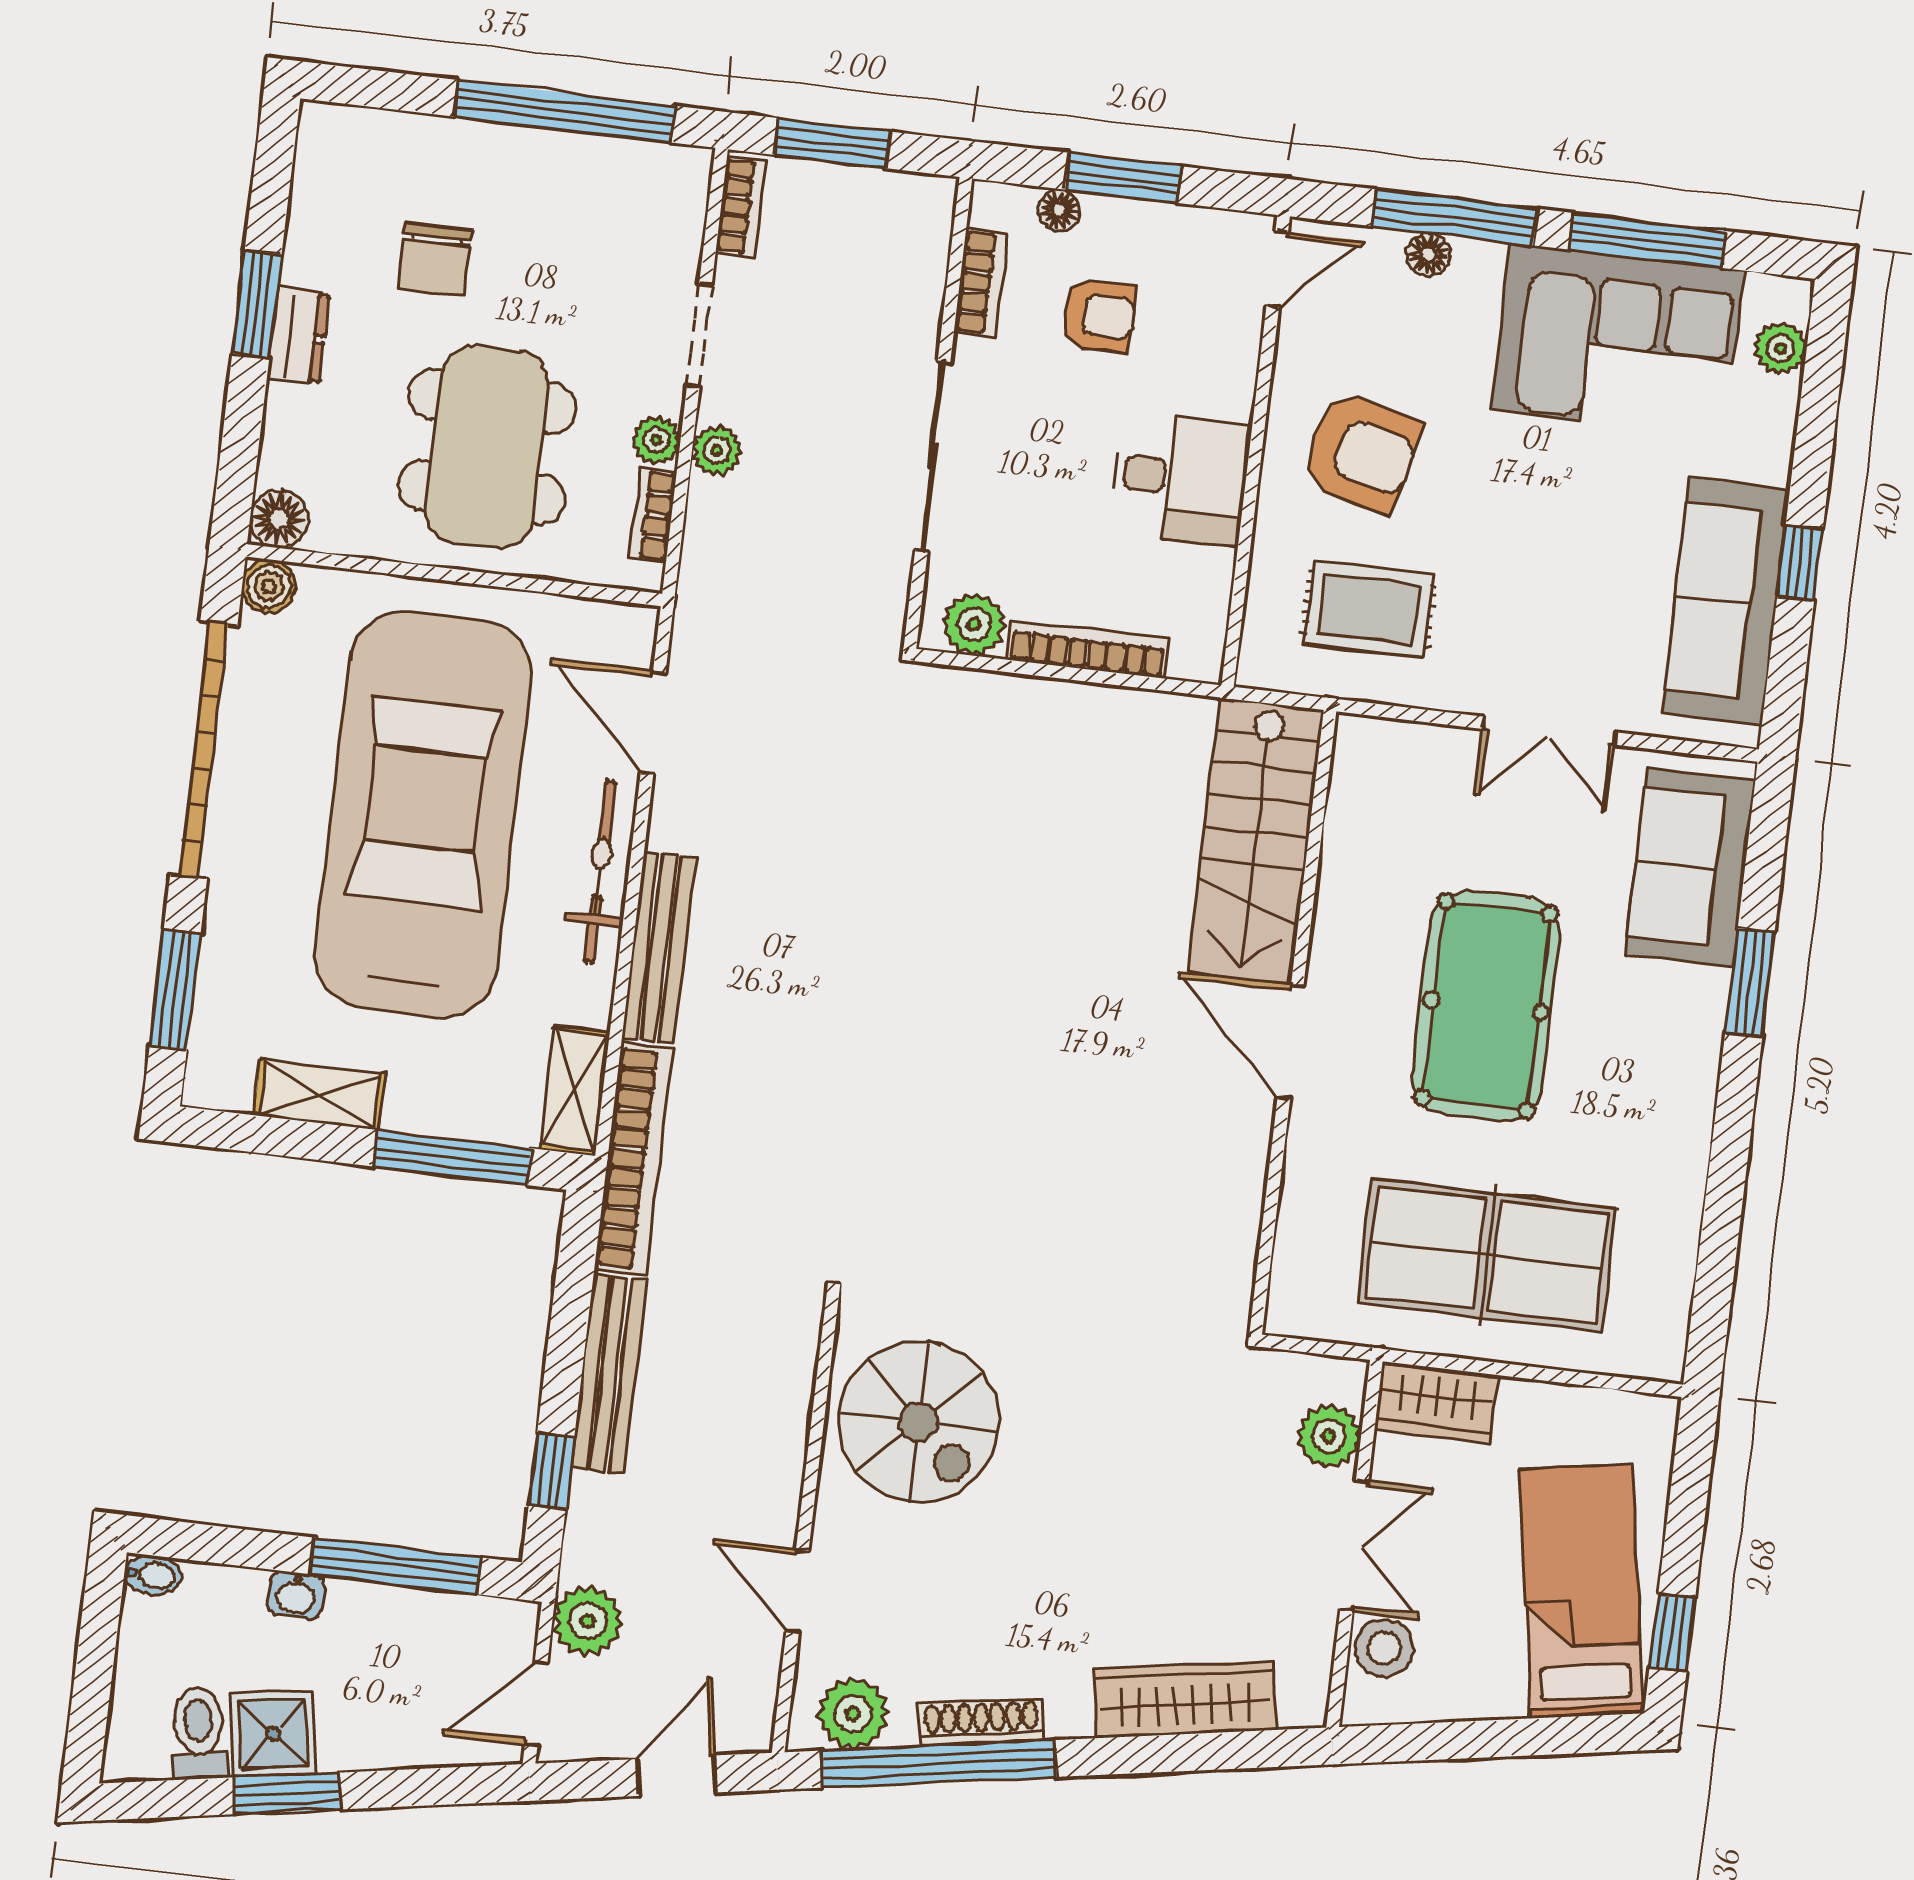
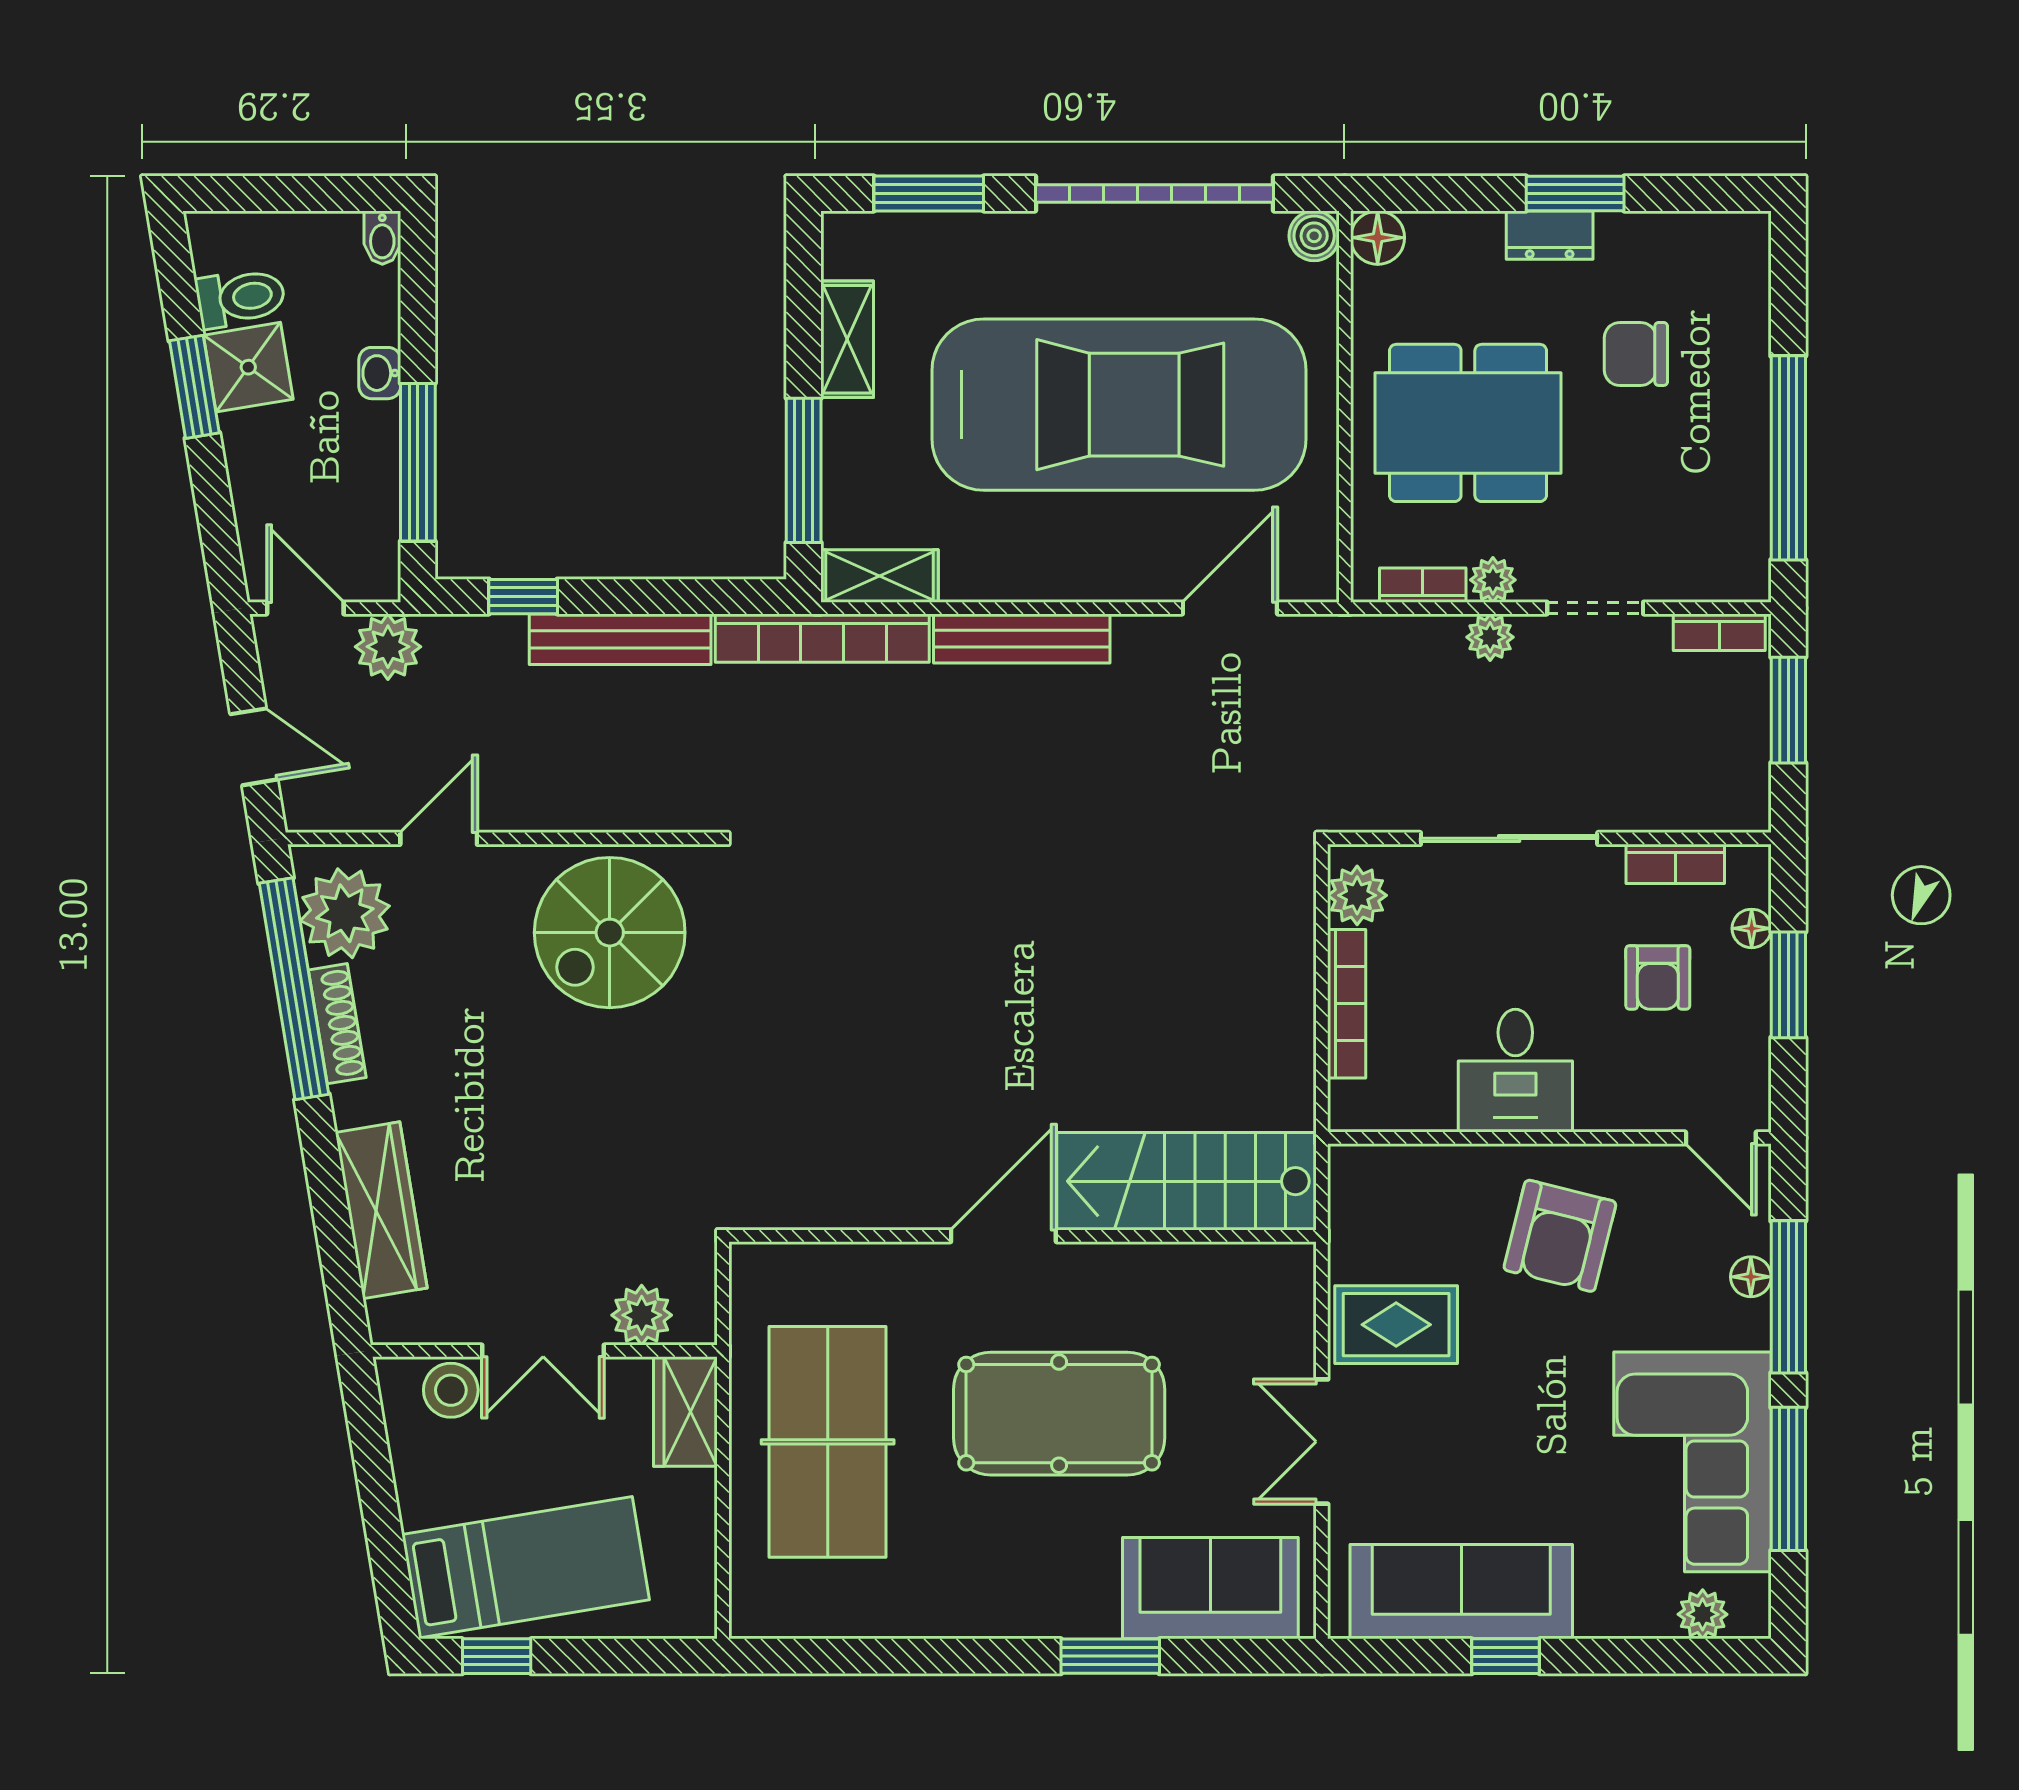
rug: (1369, 609) -> (1396, 1325), moved, turned 90
bicycle: (600, 872) -> (1086, 575), removed
plant: (853, 1714) -> (345, 913), width x1.36, depth x1.36

